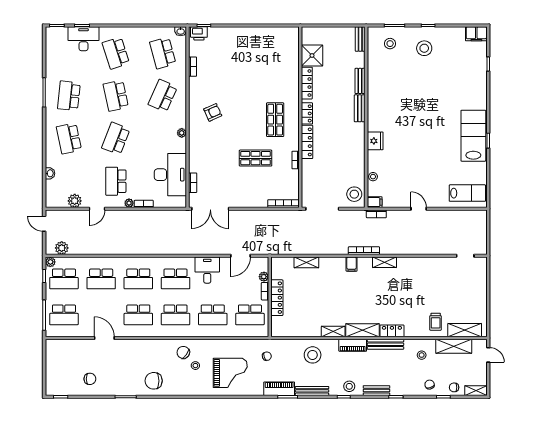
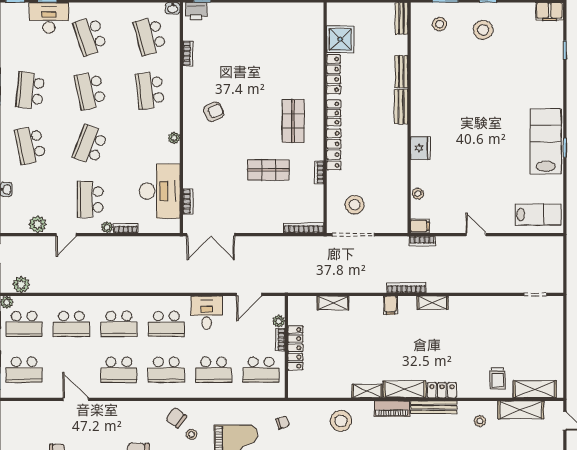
school desk: (163, 96) -> (150, 91), turned -30
stool: (354, 194) -> (355, 205), moved

